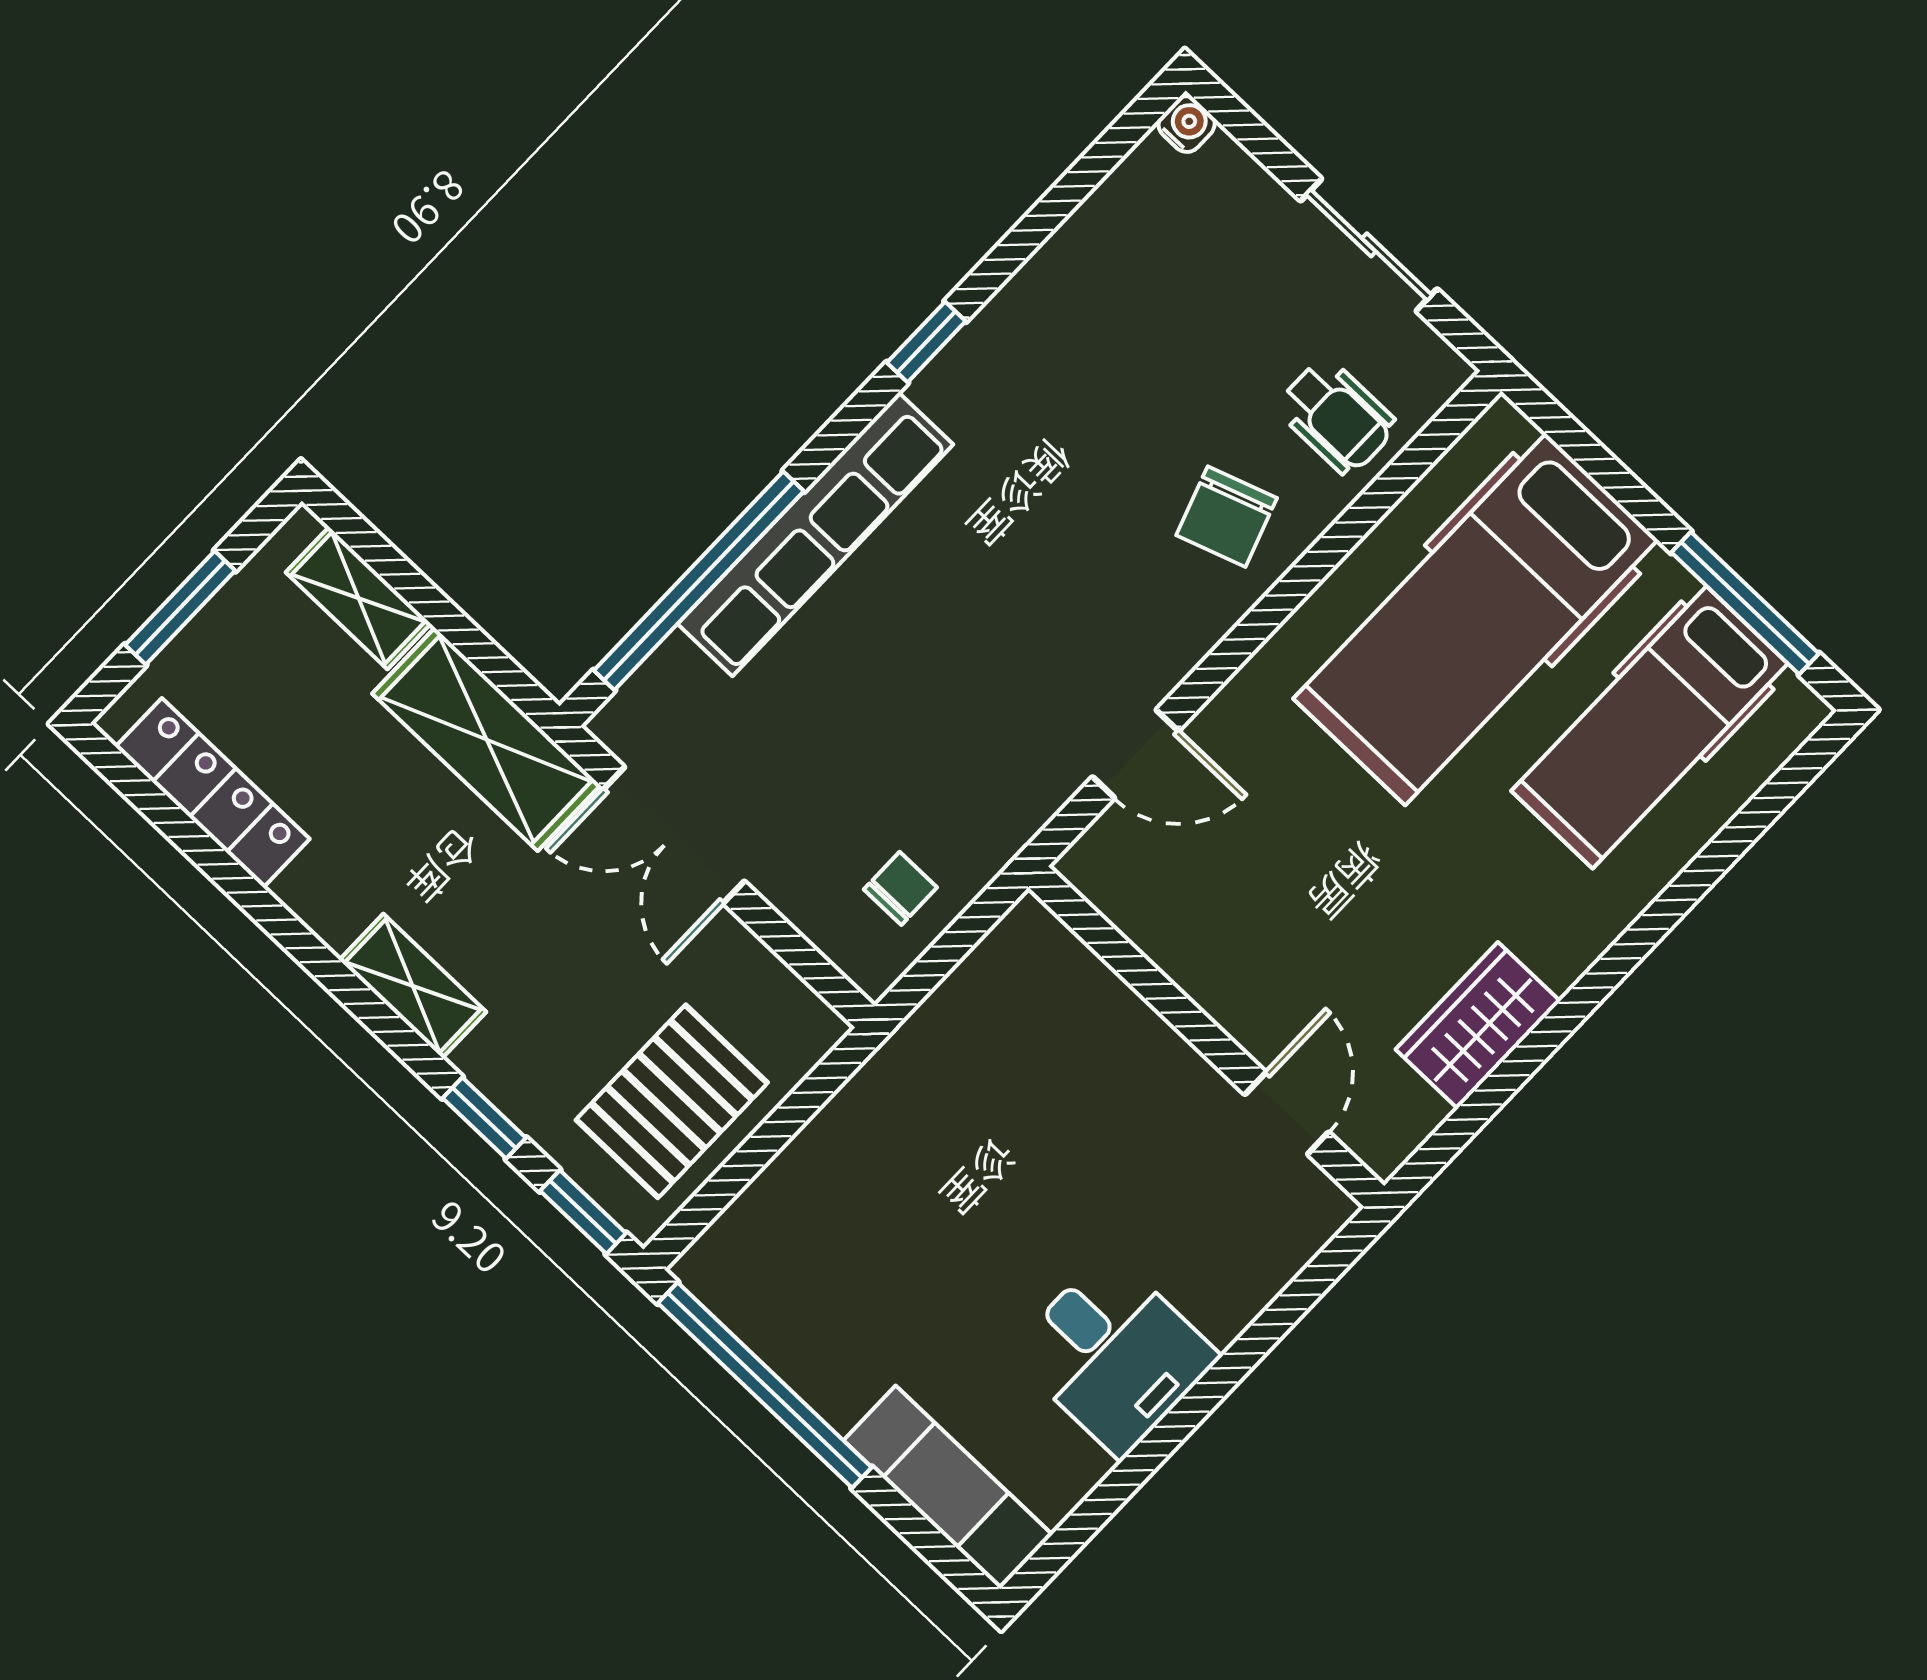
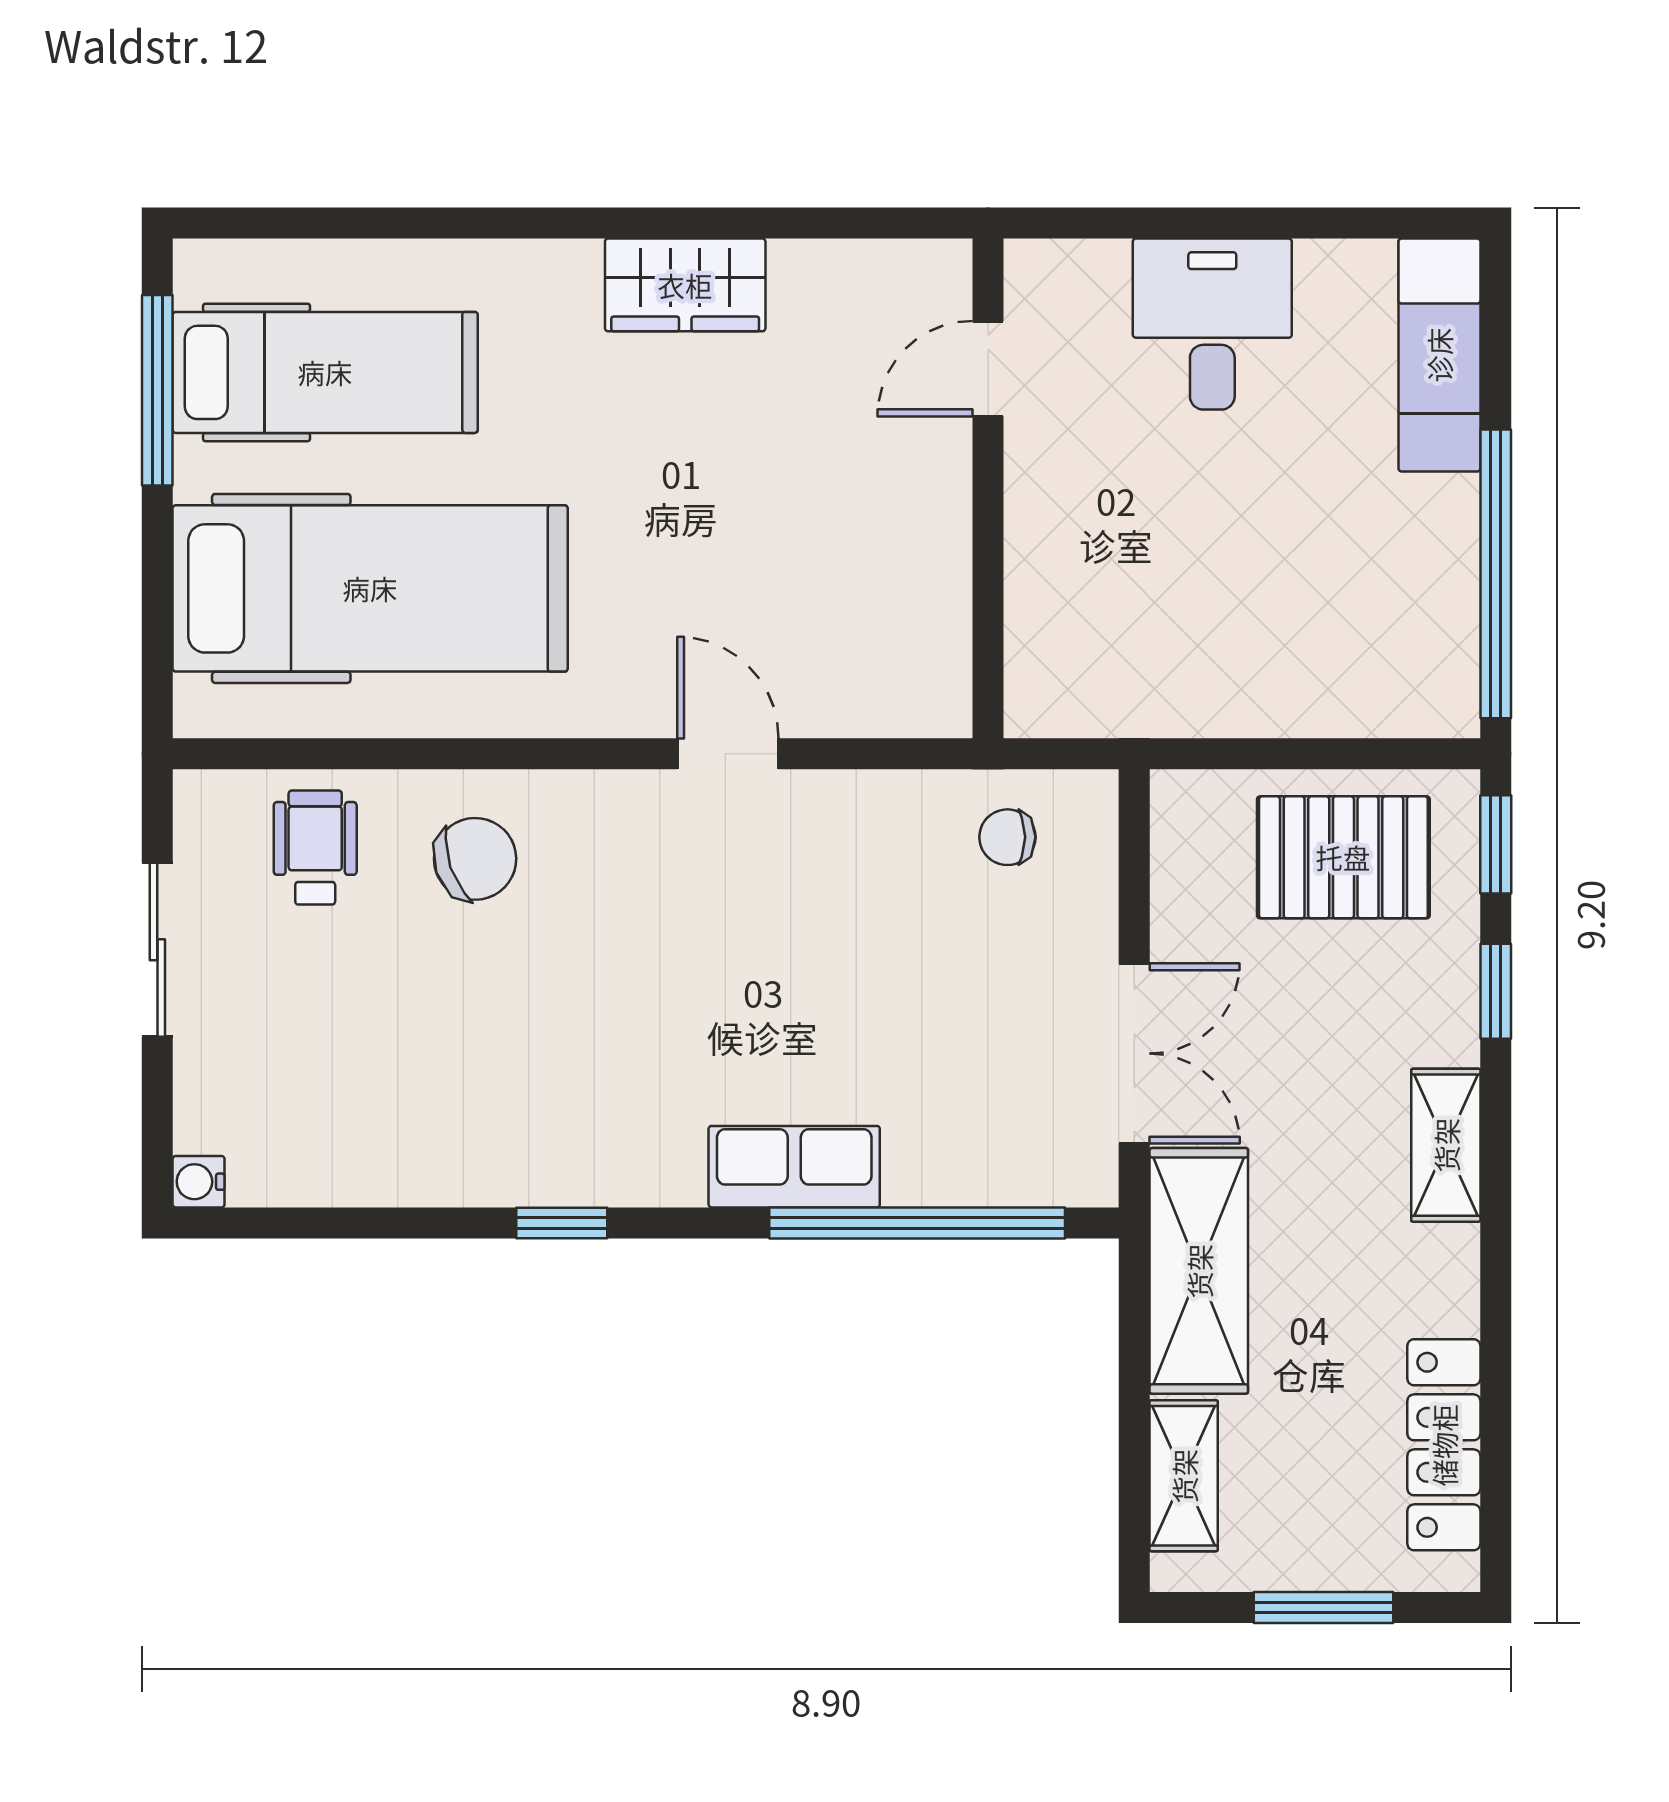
row of seats: (815, 534) -> (794, 1167), width x0.50
wall: (1206, 1037) -> (988, 488), moved
door: (1287, 1113) -> (988, 369), moved

